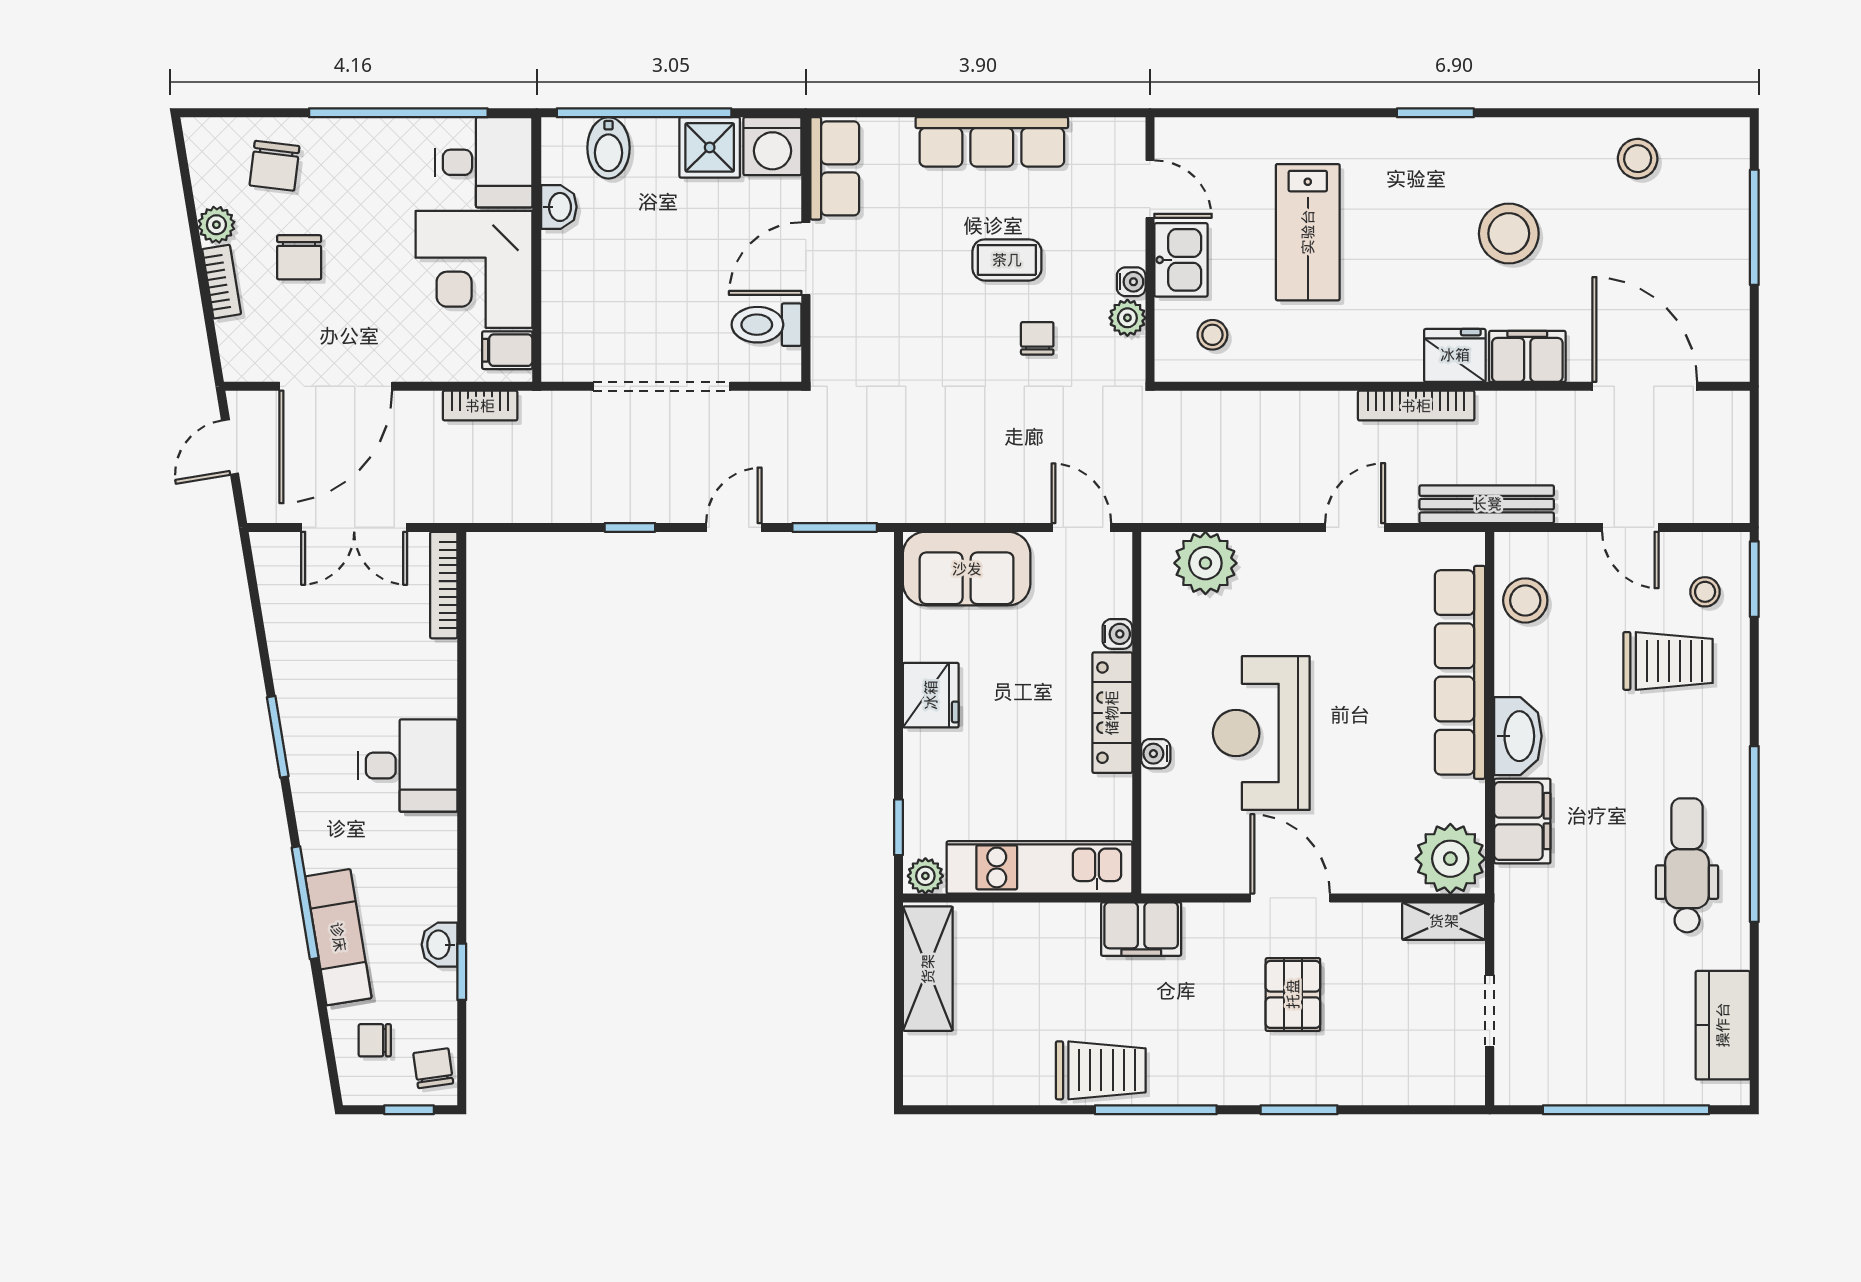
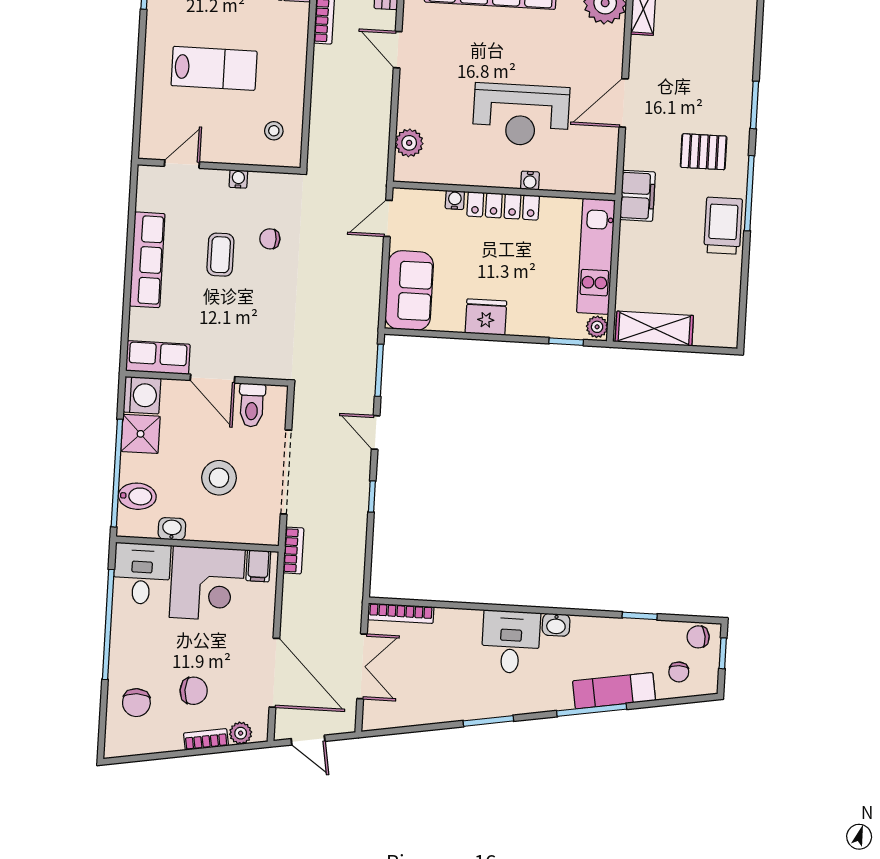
chair: (275, 166) -> (136, 703), turned 83
plant: (216, 225) -> (241, 733), moved
kitchen sink: (1181, 260) -> (227, 147), removed
stool: (646, 278) -> (219, 478), added
plant: (1127, 318) -> (260, 183), removed
bookcase: (480, 406) -> (293, 550), moved
plant: (1205, 563) -> (409, 143), width x0.73, depth x0.73
washbasin: (440, 945) -> (556, 625), moved
pallet: (1293, 994) -> (704, 152), moved

